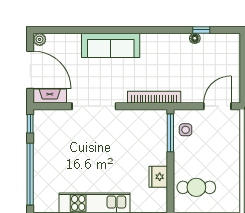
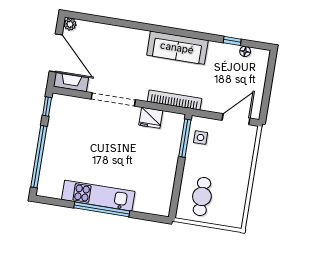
floor lamp: (195, 38) -> (245, 51), moved
sofa: (111, 45) -> (177, 48), moved
fridge: (158, 177) -> (151, 118), moved, turned -90
cafe table: (196, 187) -> (202, 196), turned 90

